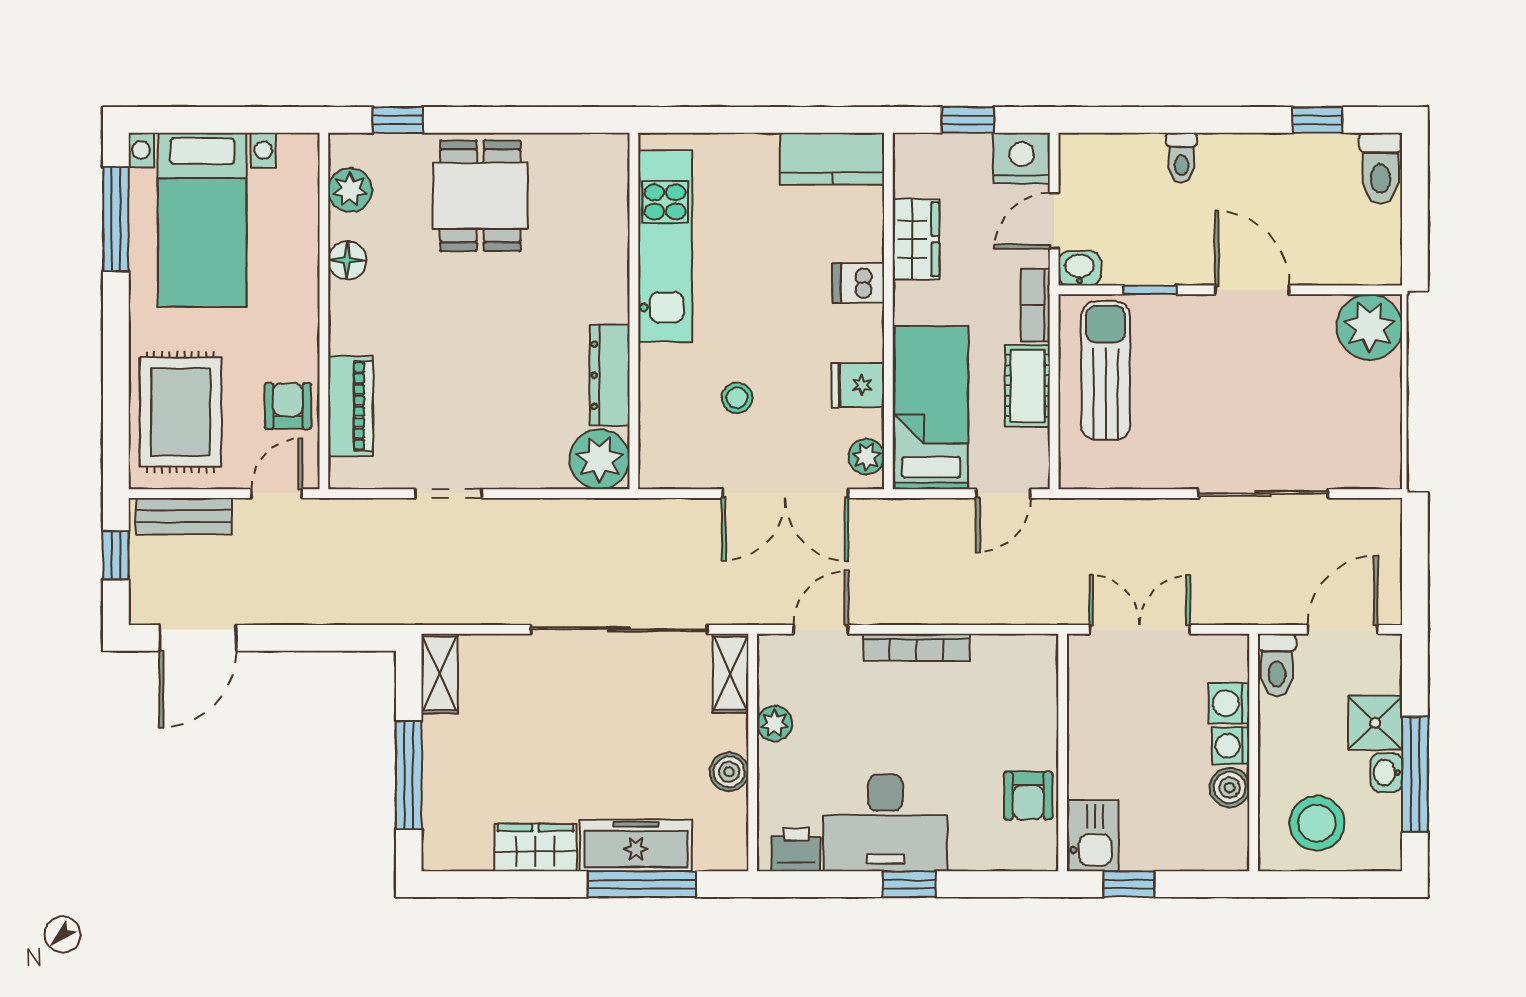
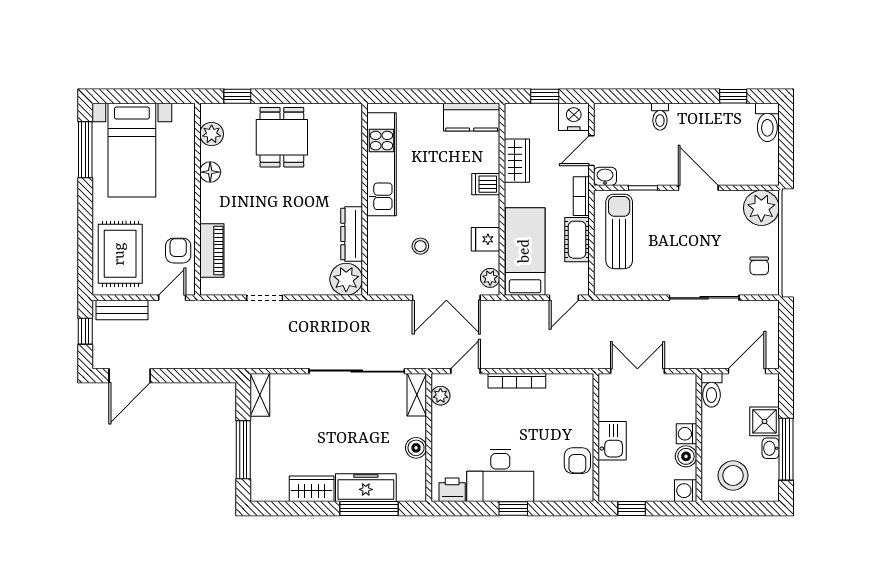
chair: (1365, 434) -> (759, 266), added
washing machine: (1229, 703) -> (686, 491), moved
plant: (774, 724) -> (440, 396), moved
kitchen sink: (1093, 836) -> (612, 441), moved

